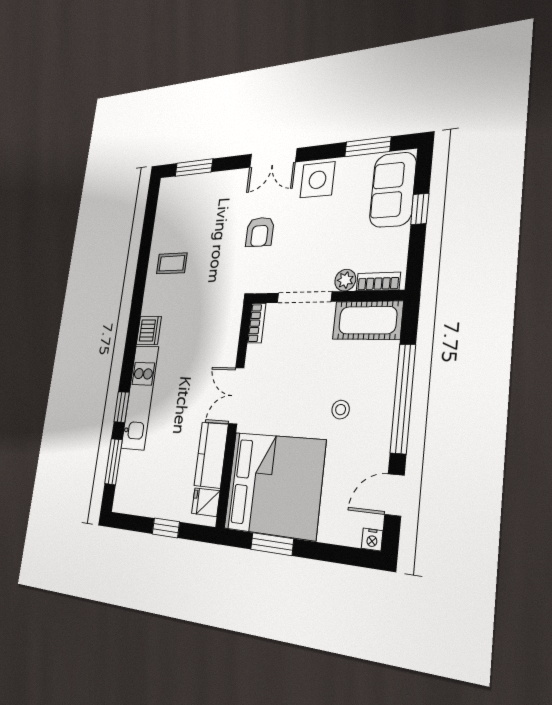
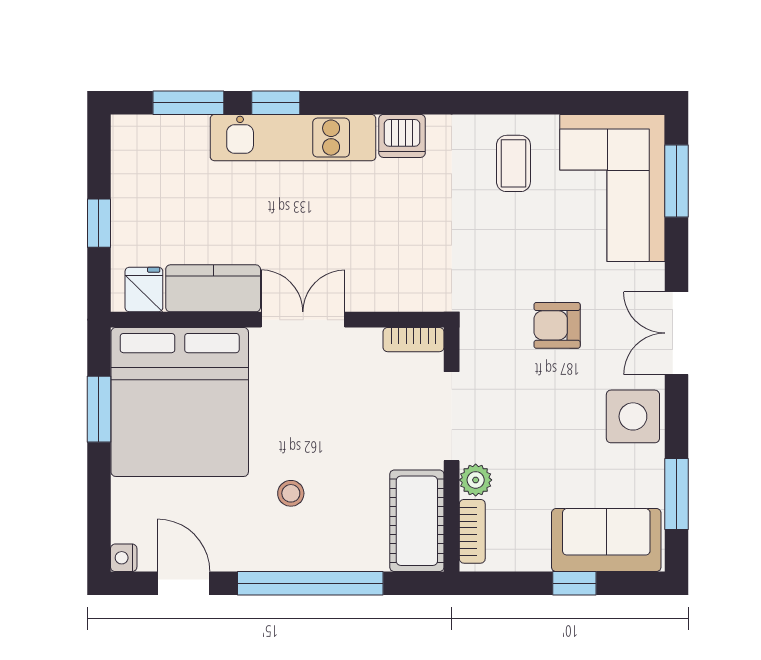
corner sofa: (192, 204) -> (612, 188), added

